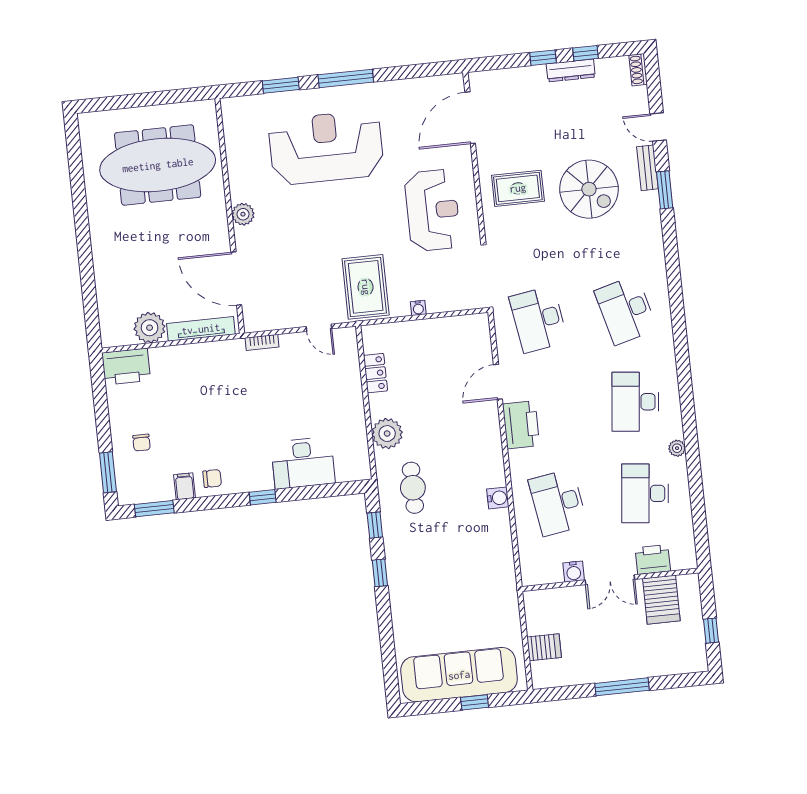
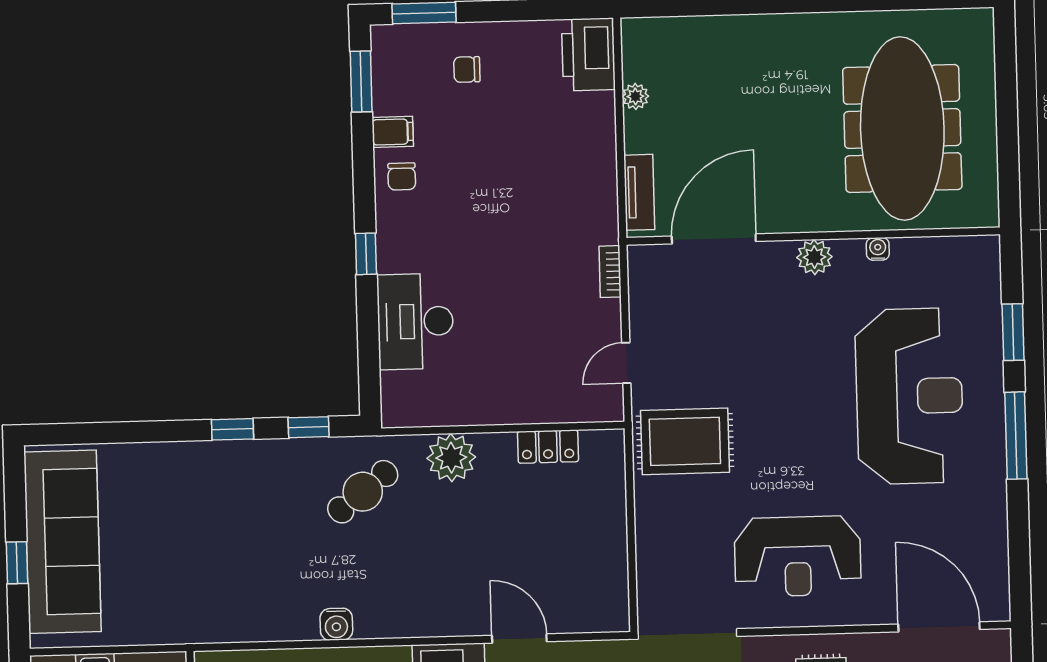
water cooler: (418, 308) -> (878, 249), moved, turned 90
plant: (150, 328) -> (635, 96), width x0.53, depth x0.53
tv unit: (201, 329) -> (639, 192), width x0.71
cafe table: (413, 488) -> (363, 492), turned -38

